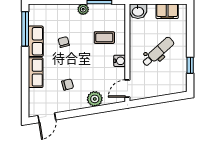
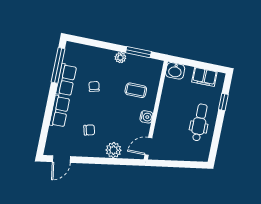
dental chair: (158, 52) -> (200, 122), moved, turned -48
window: (190, 65) -> (223, 102), moved

